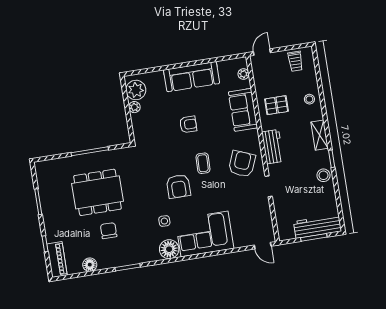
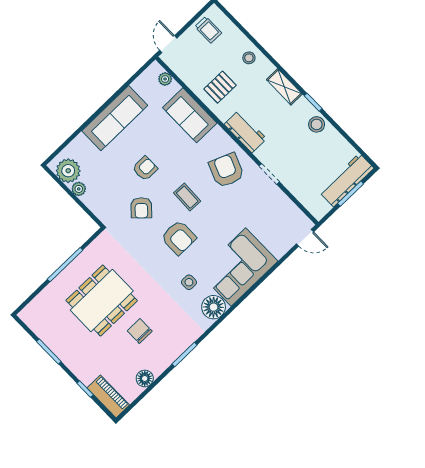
armchair: (167, 149) -> (141, 208), added

